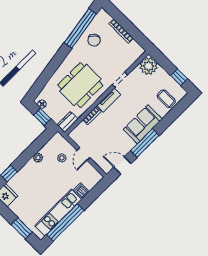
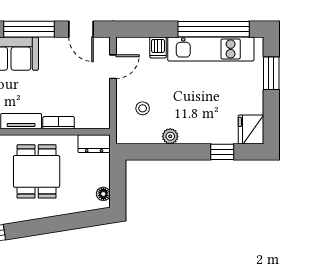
dining table: (80, 85) -> (37, 171), width x0.73
window: (42, 117) -> (118, 179), removed
door: (83, 154) -> (113, 67), moved

